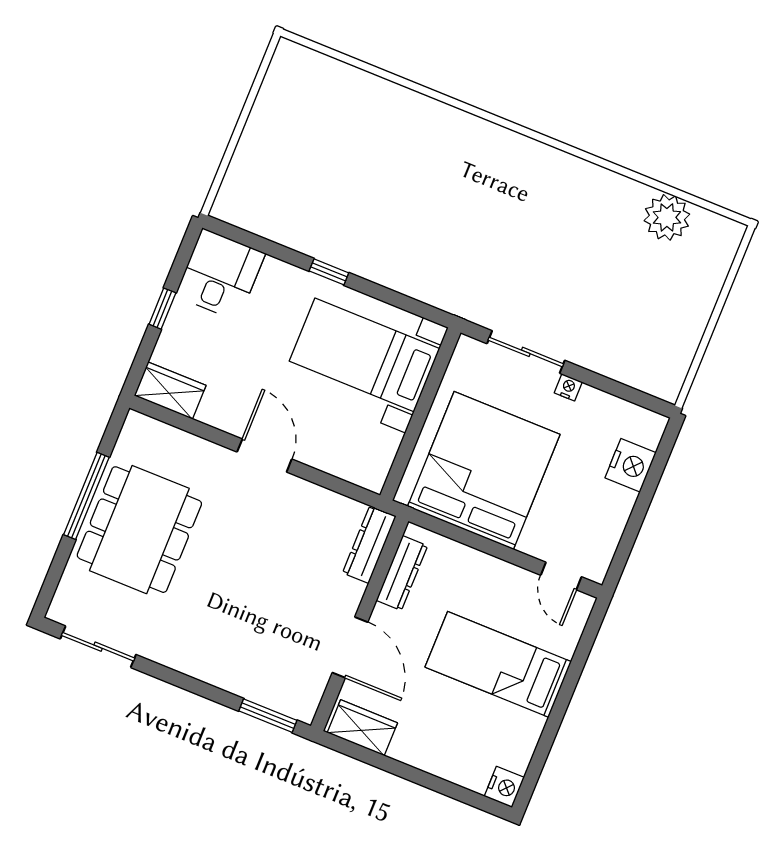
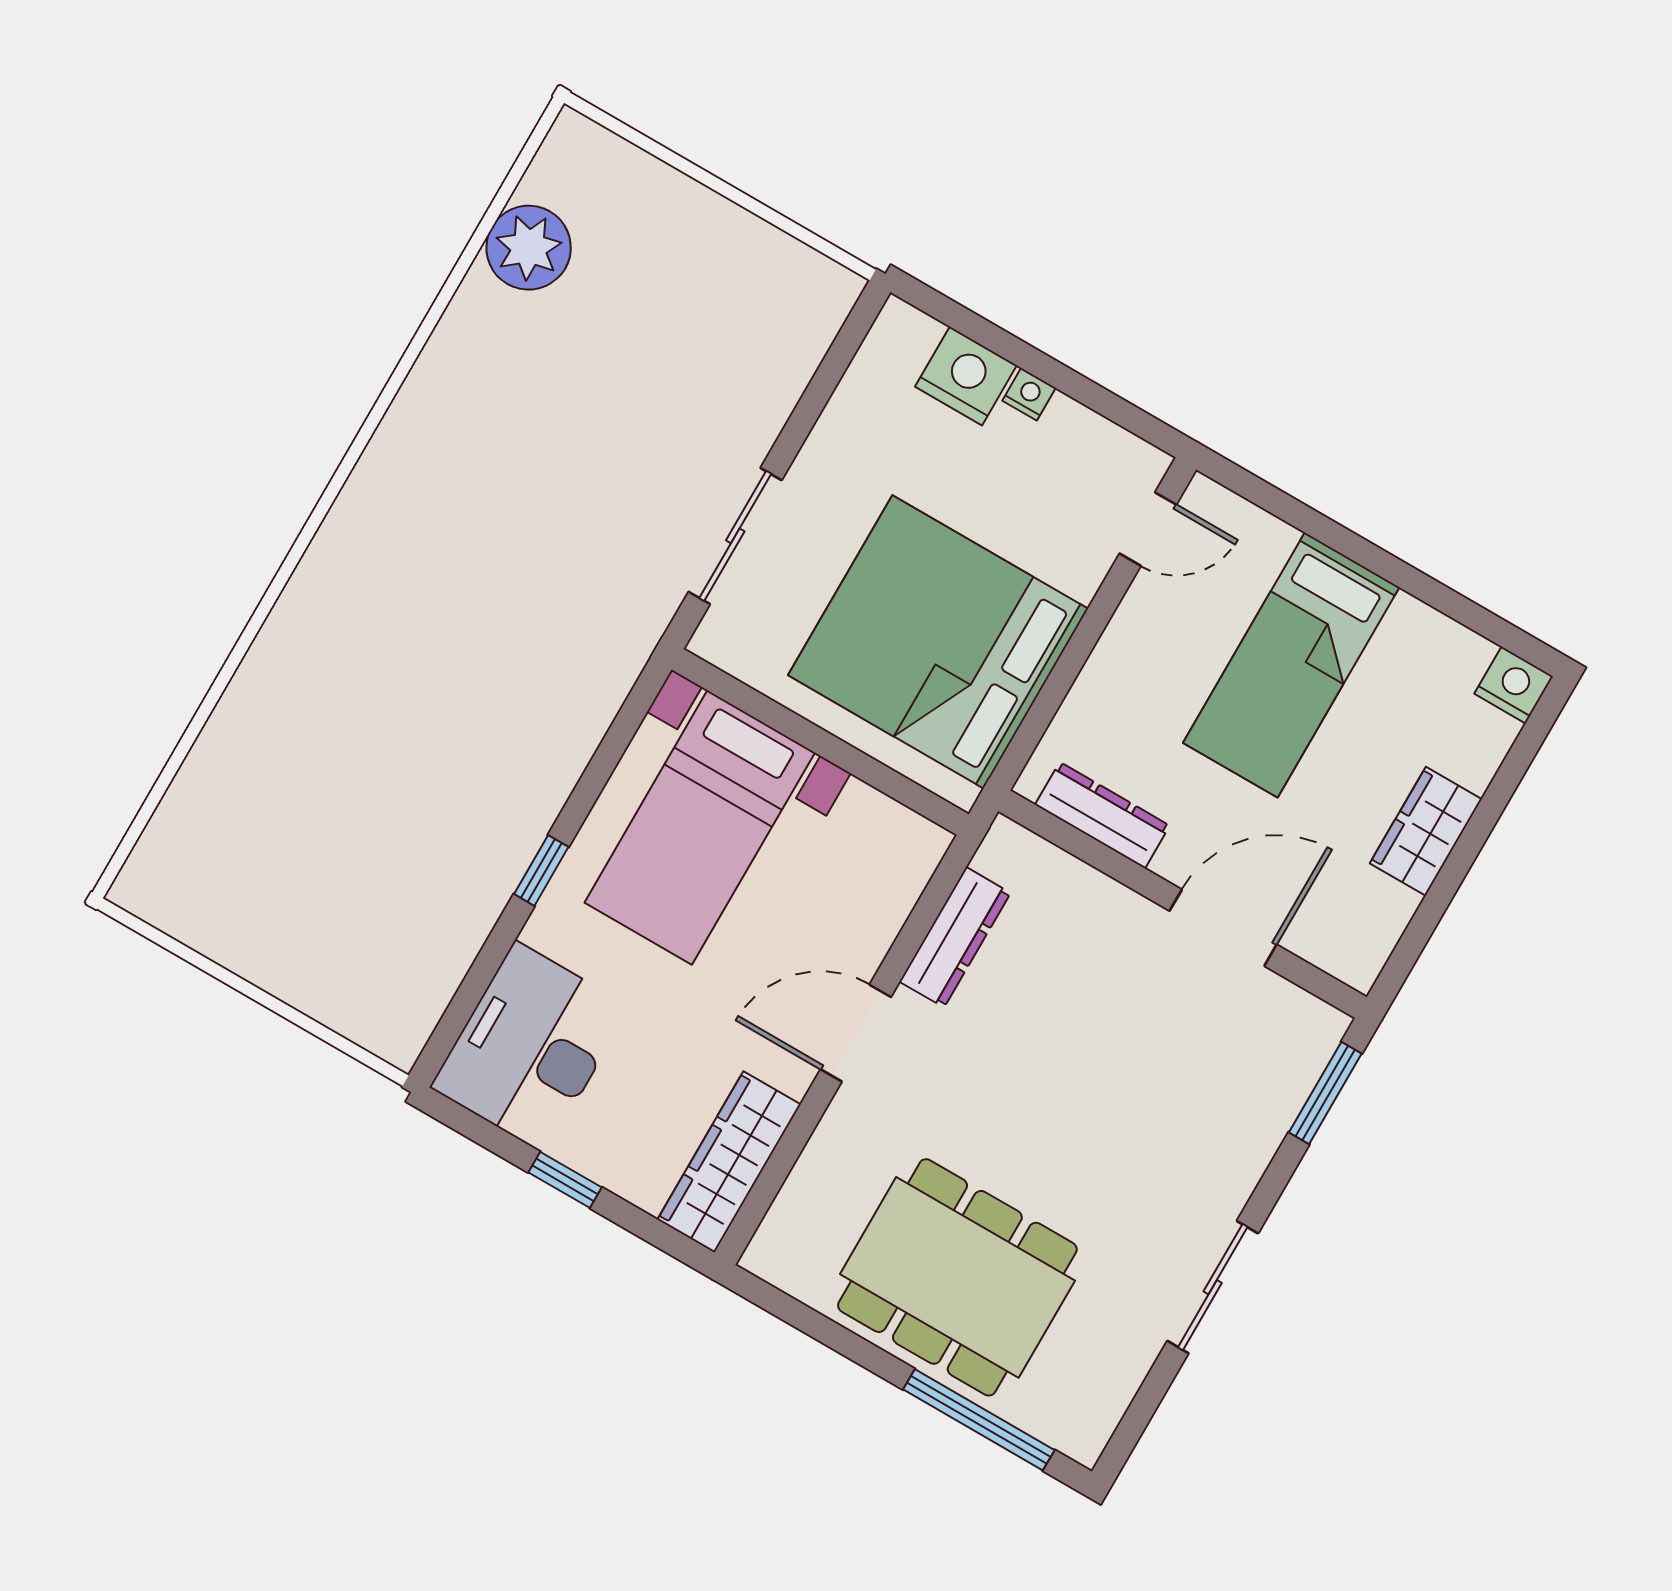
desk: (220, 275) -> (530, 1047), width x1.37
nightstand: (568, 387) -> (1029, 394), moved, turned 90
wardrobe: (170, 391) -> (729, 1162), width x1.50
window: (86, 496) -> (979, 1420), moved
dresser: (369, 544) -> (955, 937), moved, turned -90
sliding door: (98, 647) -> (1213, 1287), moved
wardrobe: (362, 728) -> (1426, 831), moved

